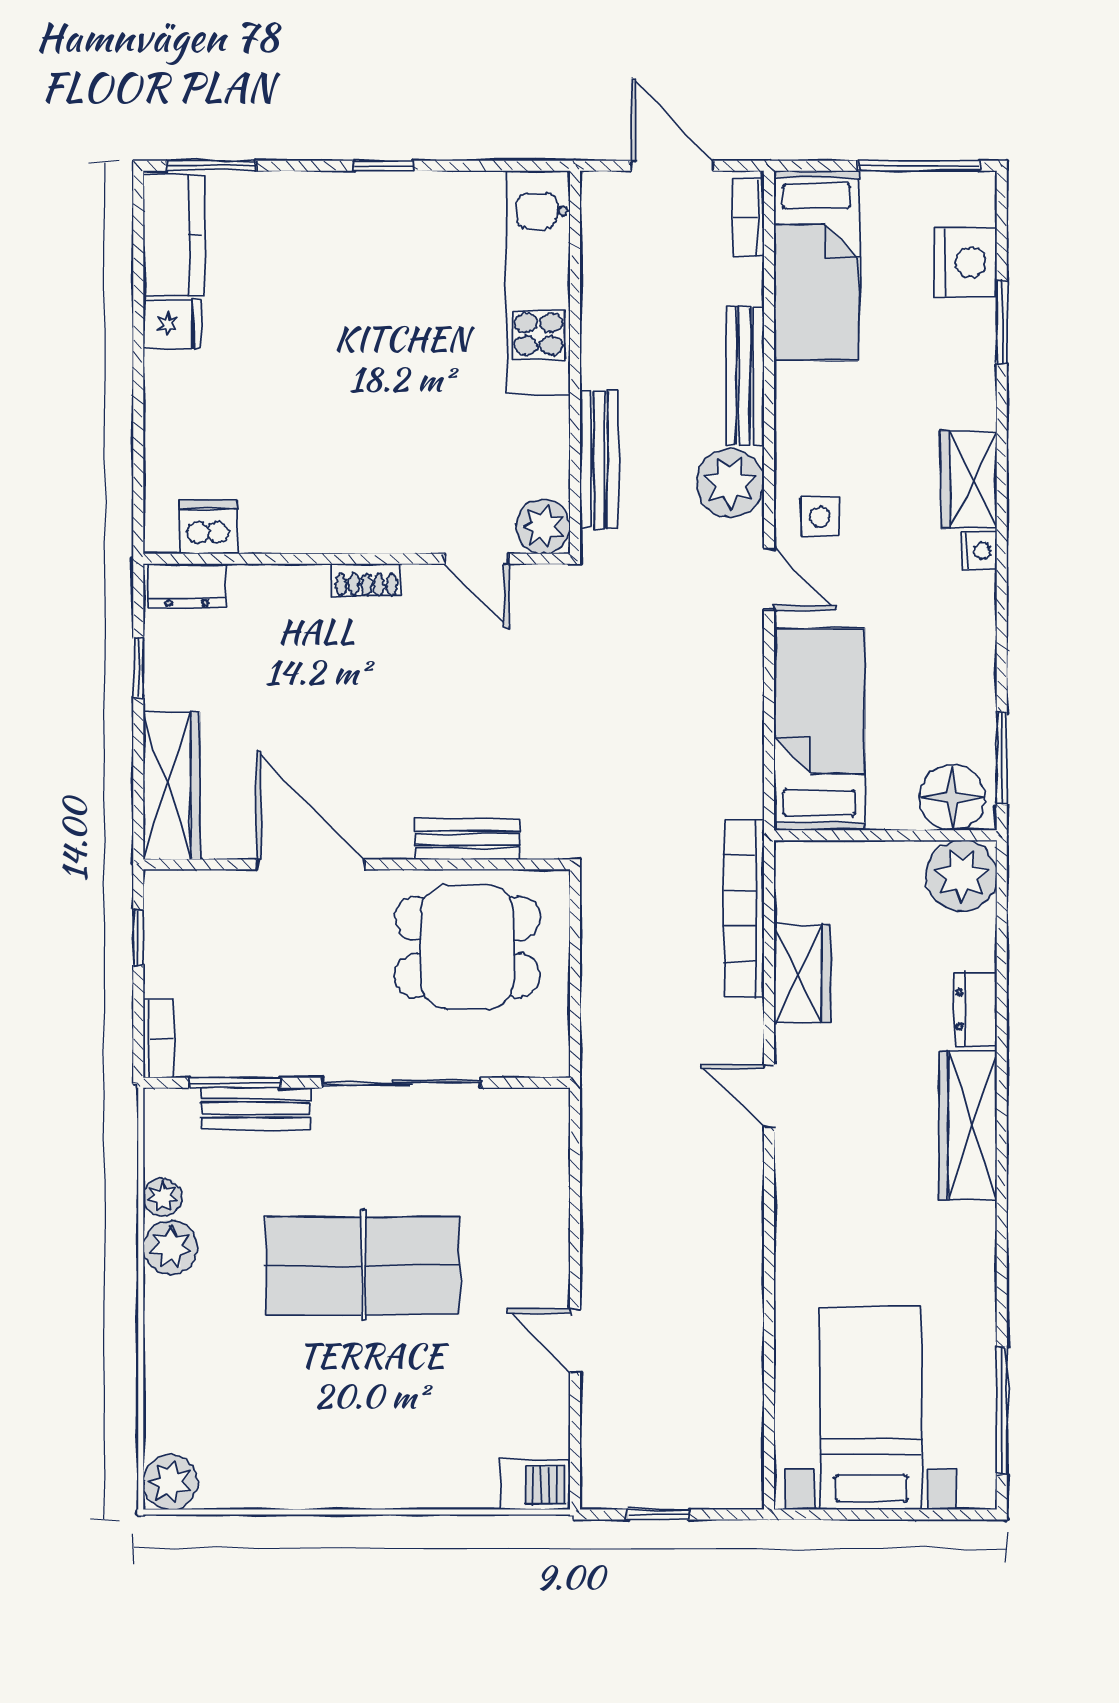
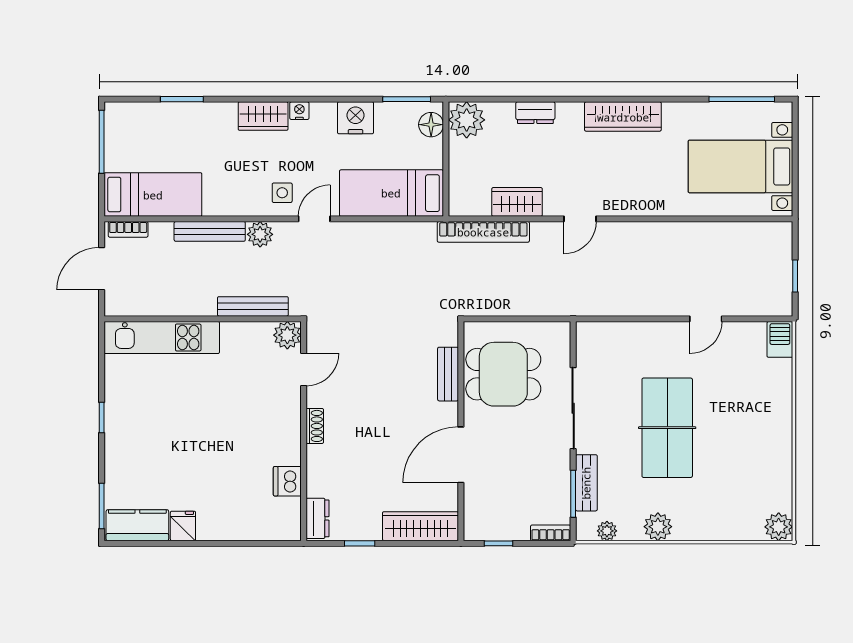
nightstand: (966, 262) -> (356, 118), moved
plant: (730, 483) -> (260, 234), width x0.73, depth x0.73
dishwasher: (208, 527) -> (287, 481), moved
floor lamp: (952, 797) -> (431, 125), width x0.73, depth x0.73
dining table: (467, 947) -> (503, 374), turned 90
wardrobe: (968, 1125) -> (623, 117), moved
plant: (162, 1197) -> (607, 531), moved

